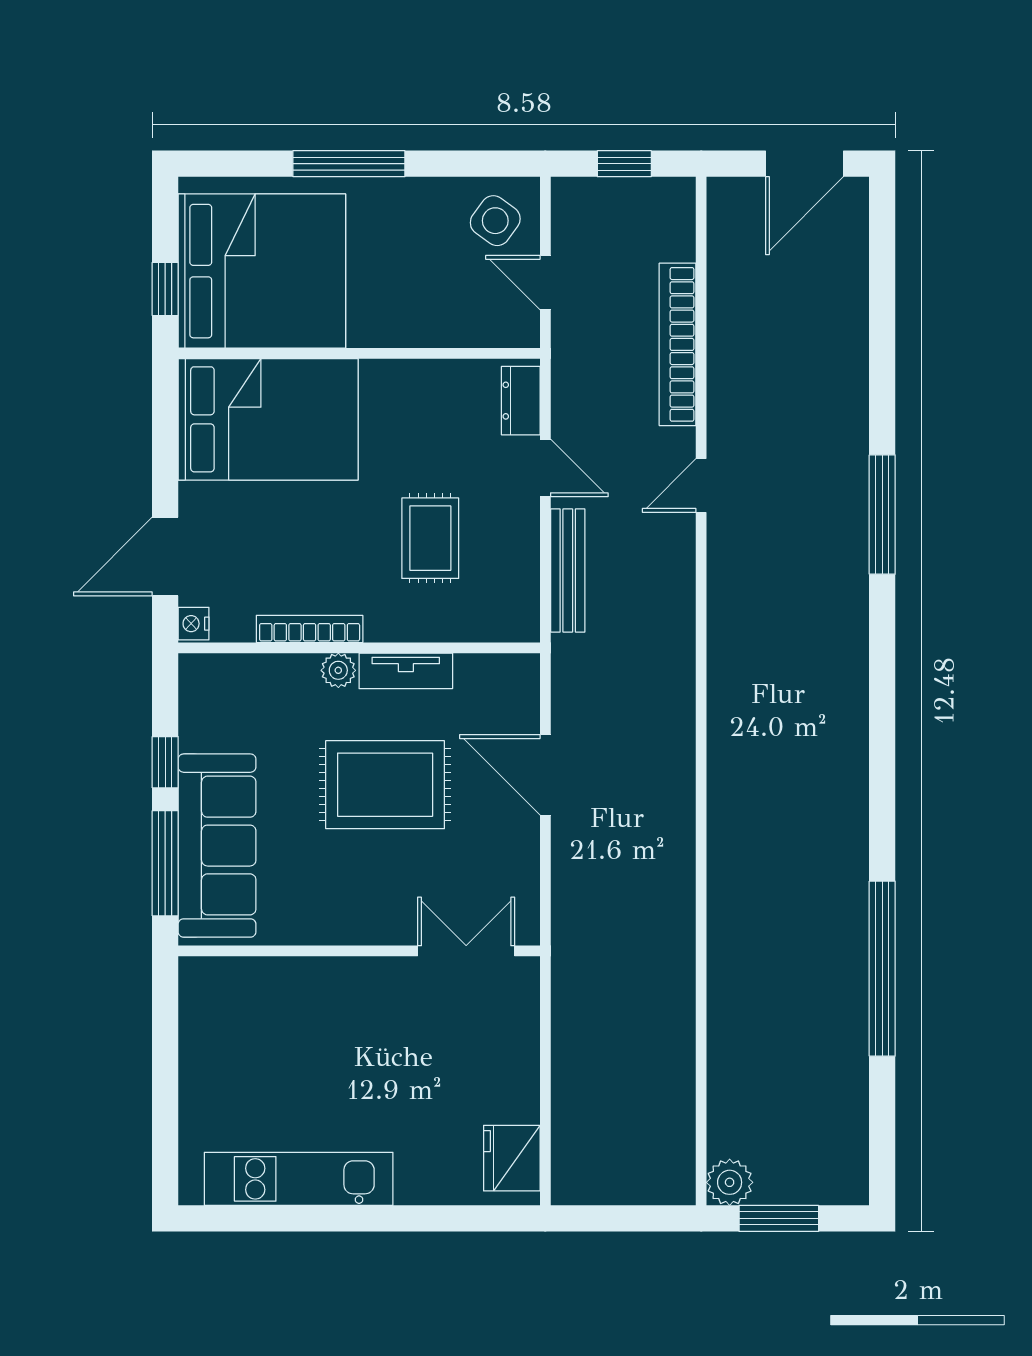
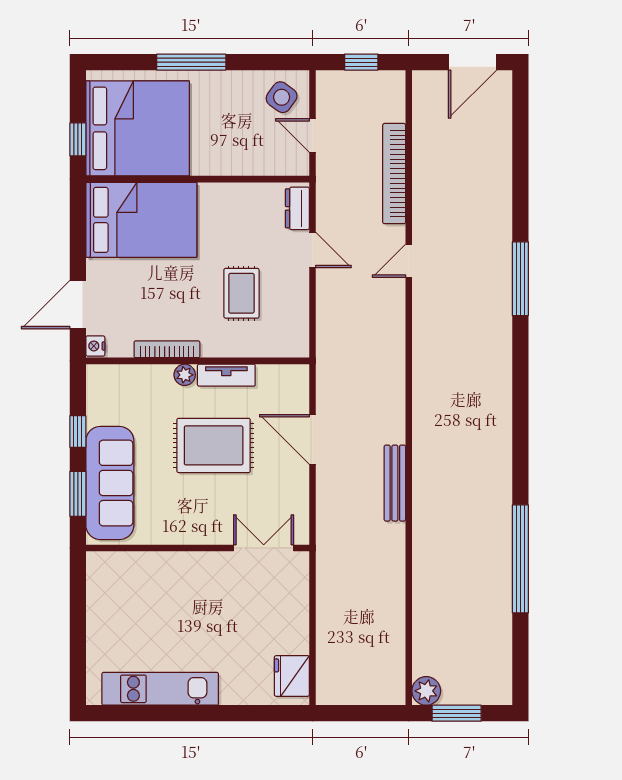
bench: (568, 571) -> (395, 483), moved
window: (165, 863) -> (78, 494), width x0.69

